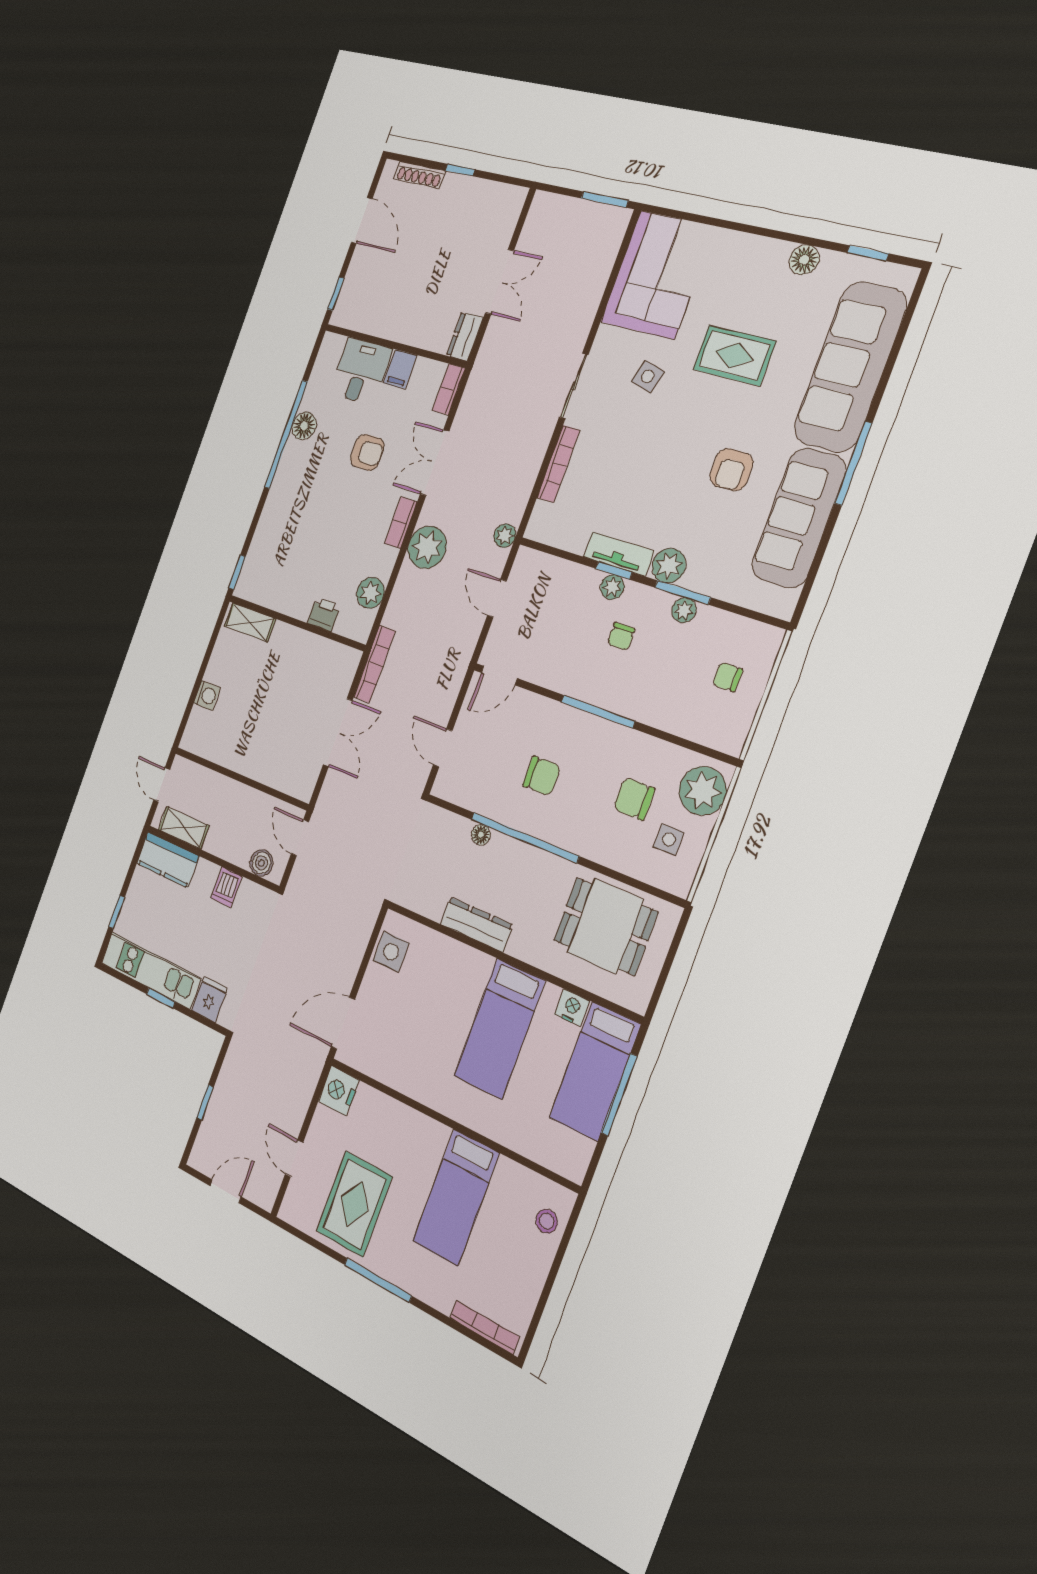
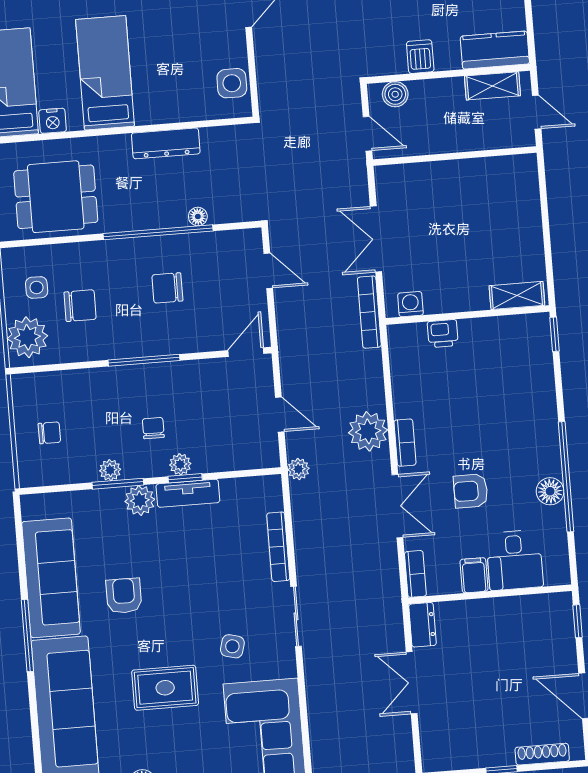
plant: (370, 593) -> (405, 371), removed
washing machine: (207, 695) -> (410, 304), moved, turned 90

